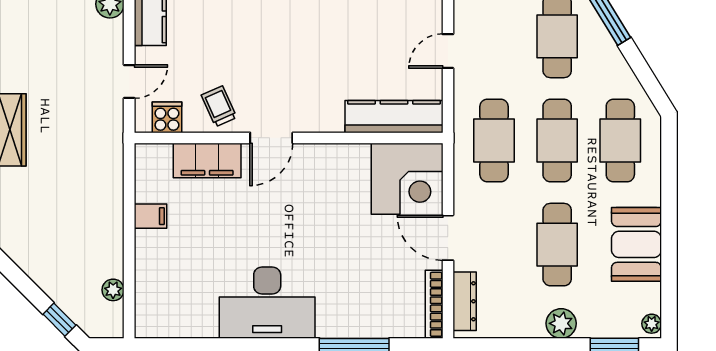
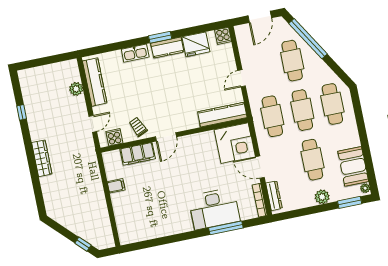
booth: (636, 244) -> (353, 166), moved
plant: (113, 290) -> (106, 225), removed
desk: (267, 303) -> (214, 209), moved

